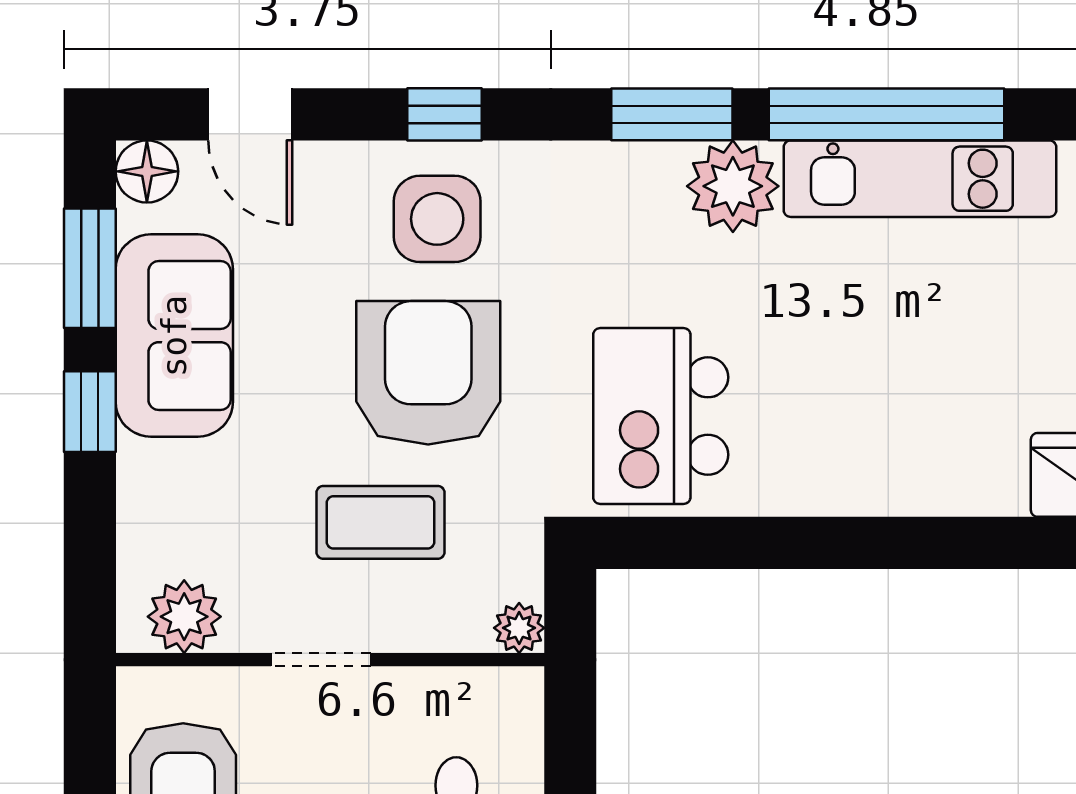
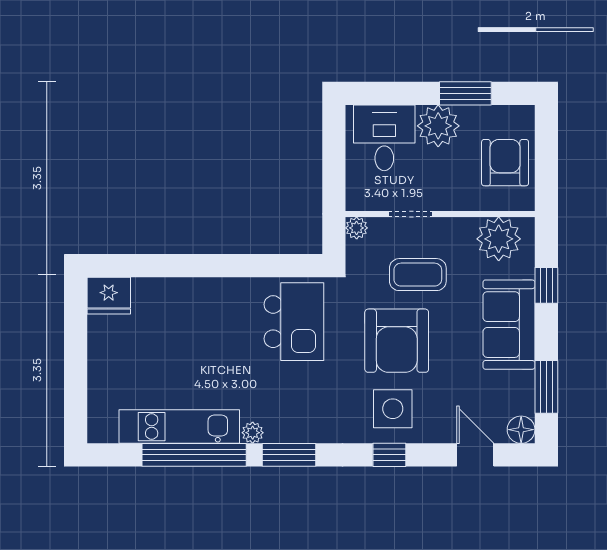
plant: (733, 186) -> (253, 433), width x0.53, depth x0.53
sofa: (174, 336) -> (509, 325), moved
window: (90, 412) -> (546, 285), moved
plant: (184, 617) -> (499, 239), width x1.36, depth x1.36
doorway: (321, 660) -> (410, 214), moved

